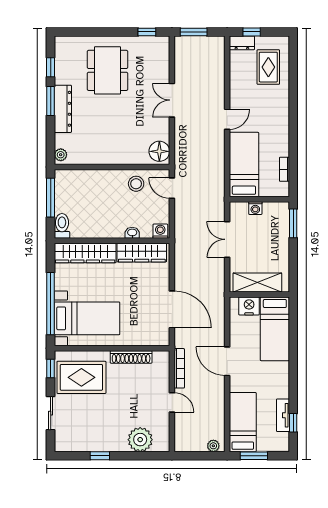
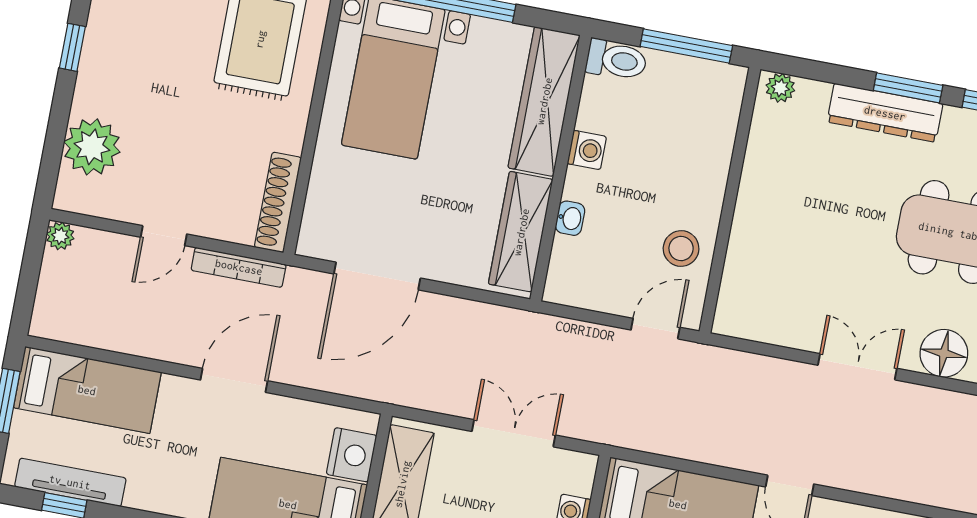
floor lamp: (159, 151) -> (944, 353), moved
washing machine: (160, 231) -> (587, 150), moved
shoe rack: (131, 357) -> (278, 202), moved
tv unit: (283, 415) -> (70, 482), width x1.41
plant: (213, 446) -> (60, 236), moved

